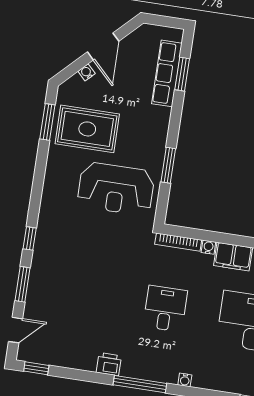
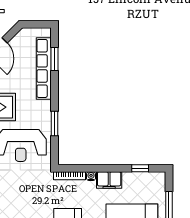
row of seats: (167, 73) -> (44, 68), width x1.36

